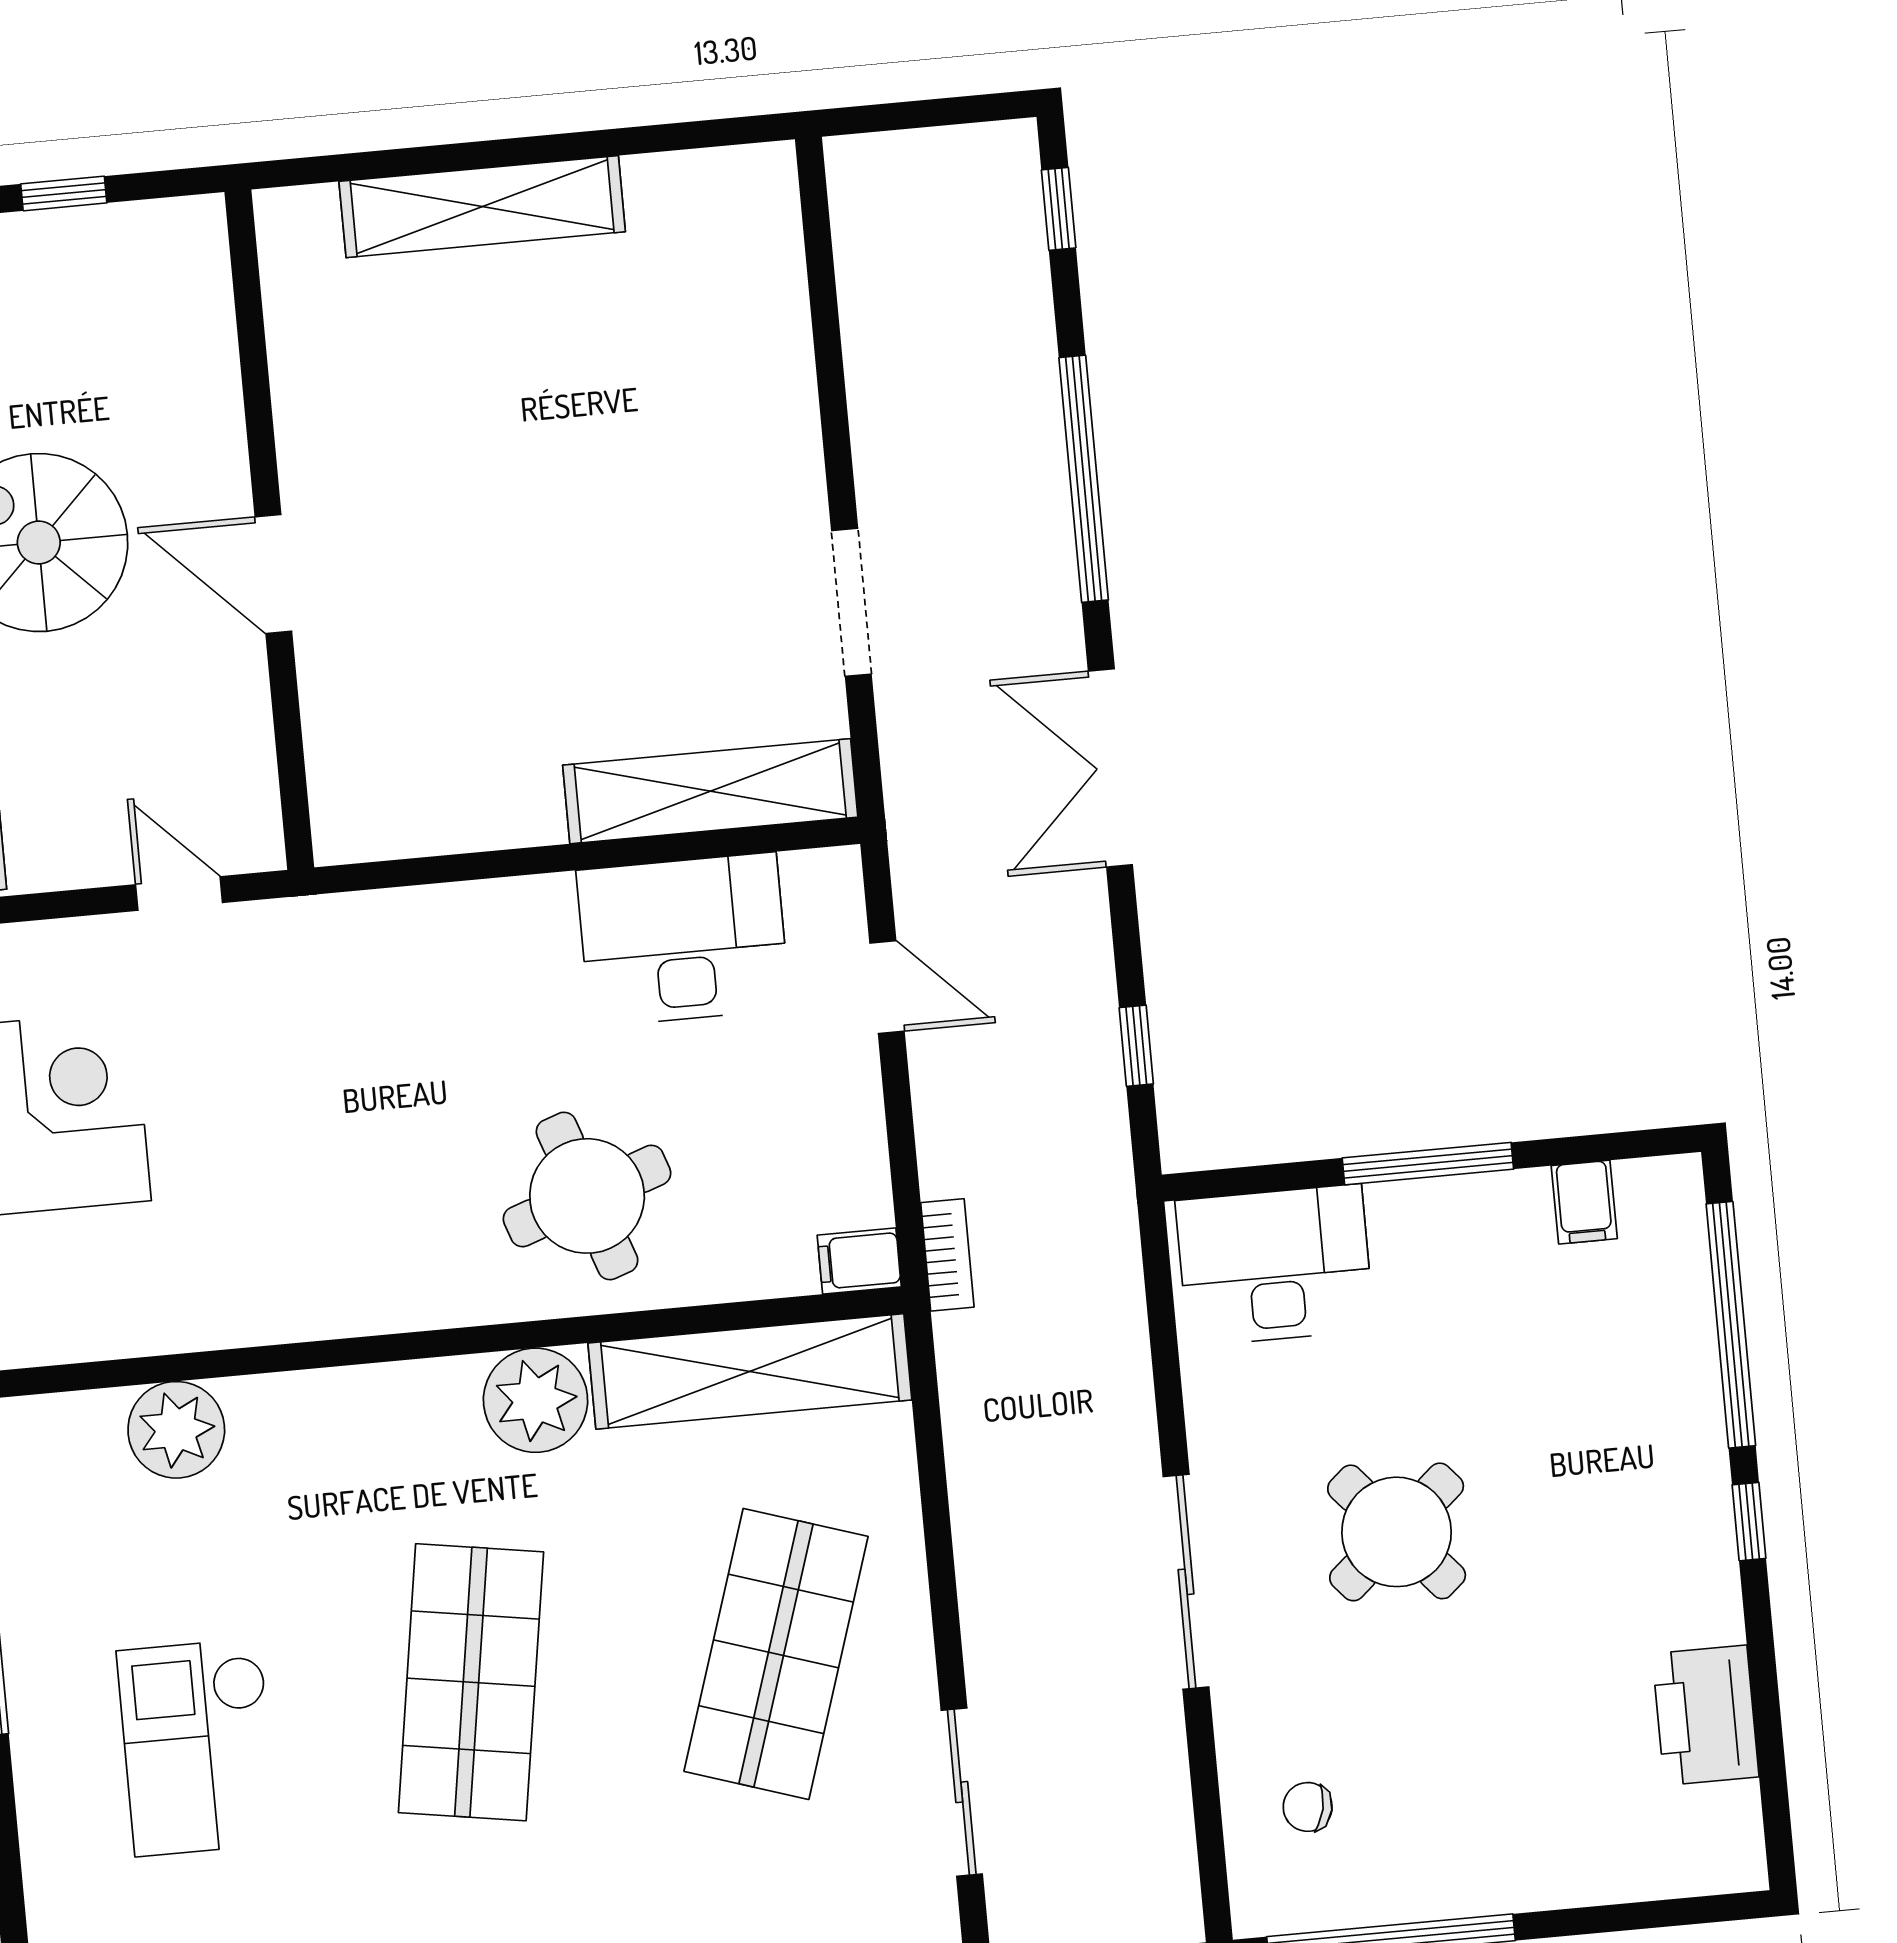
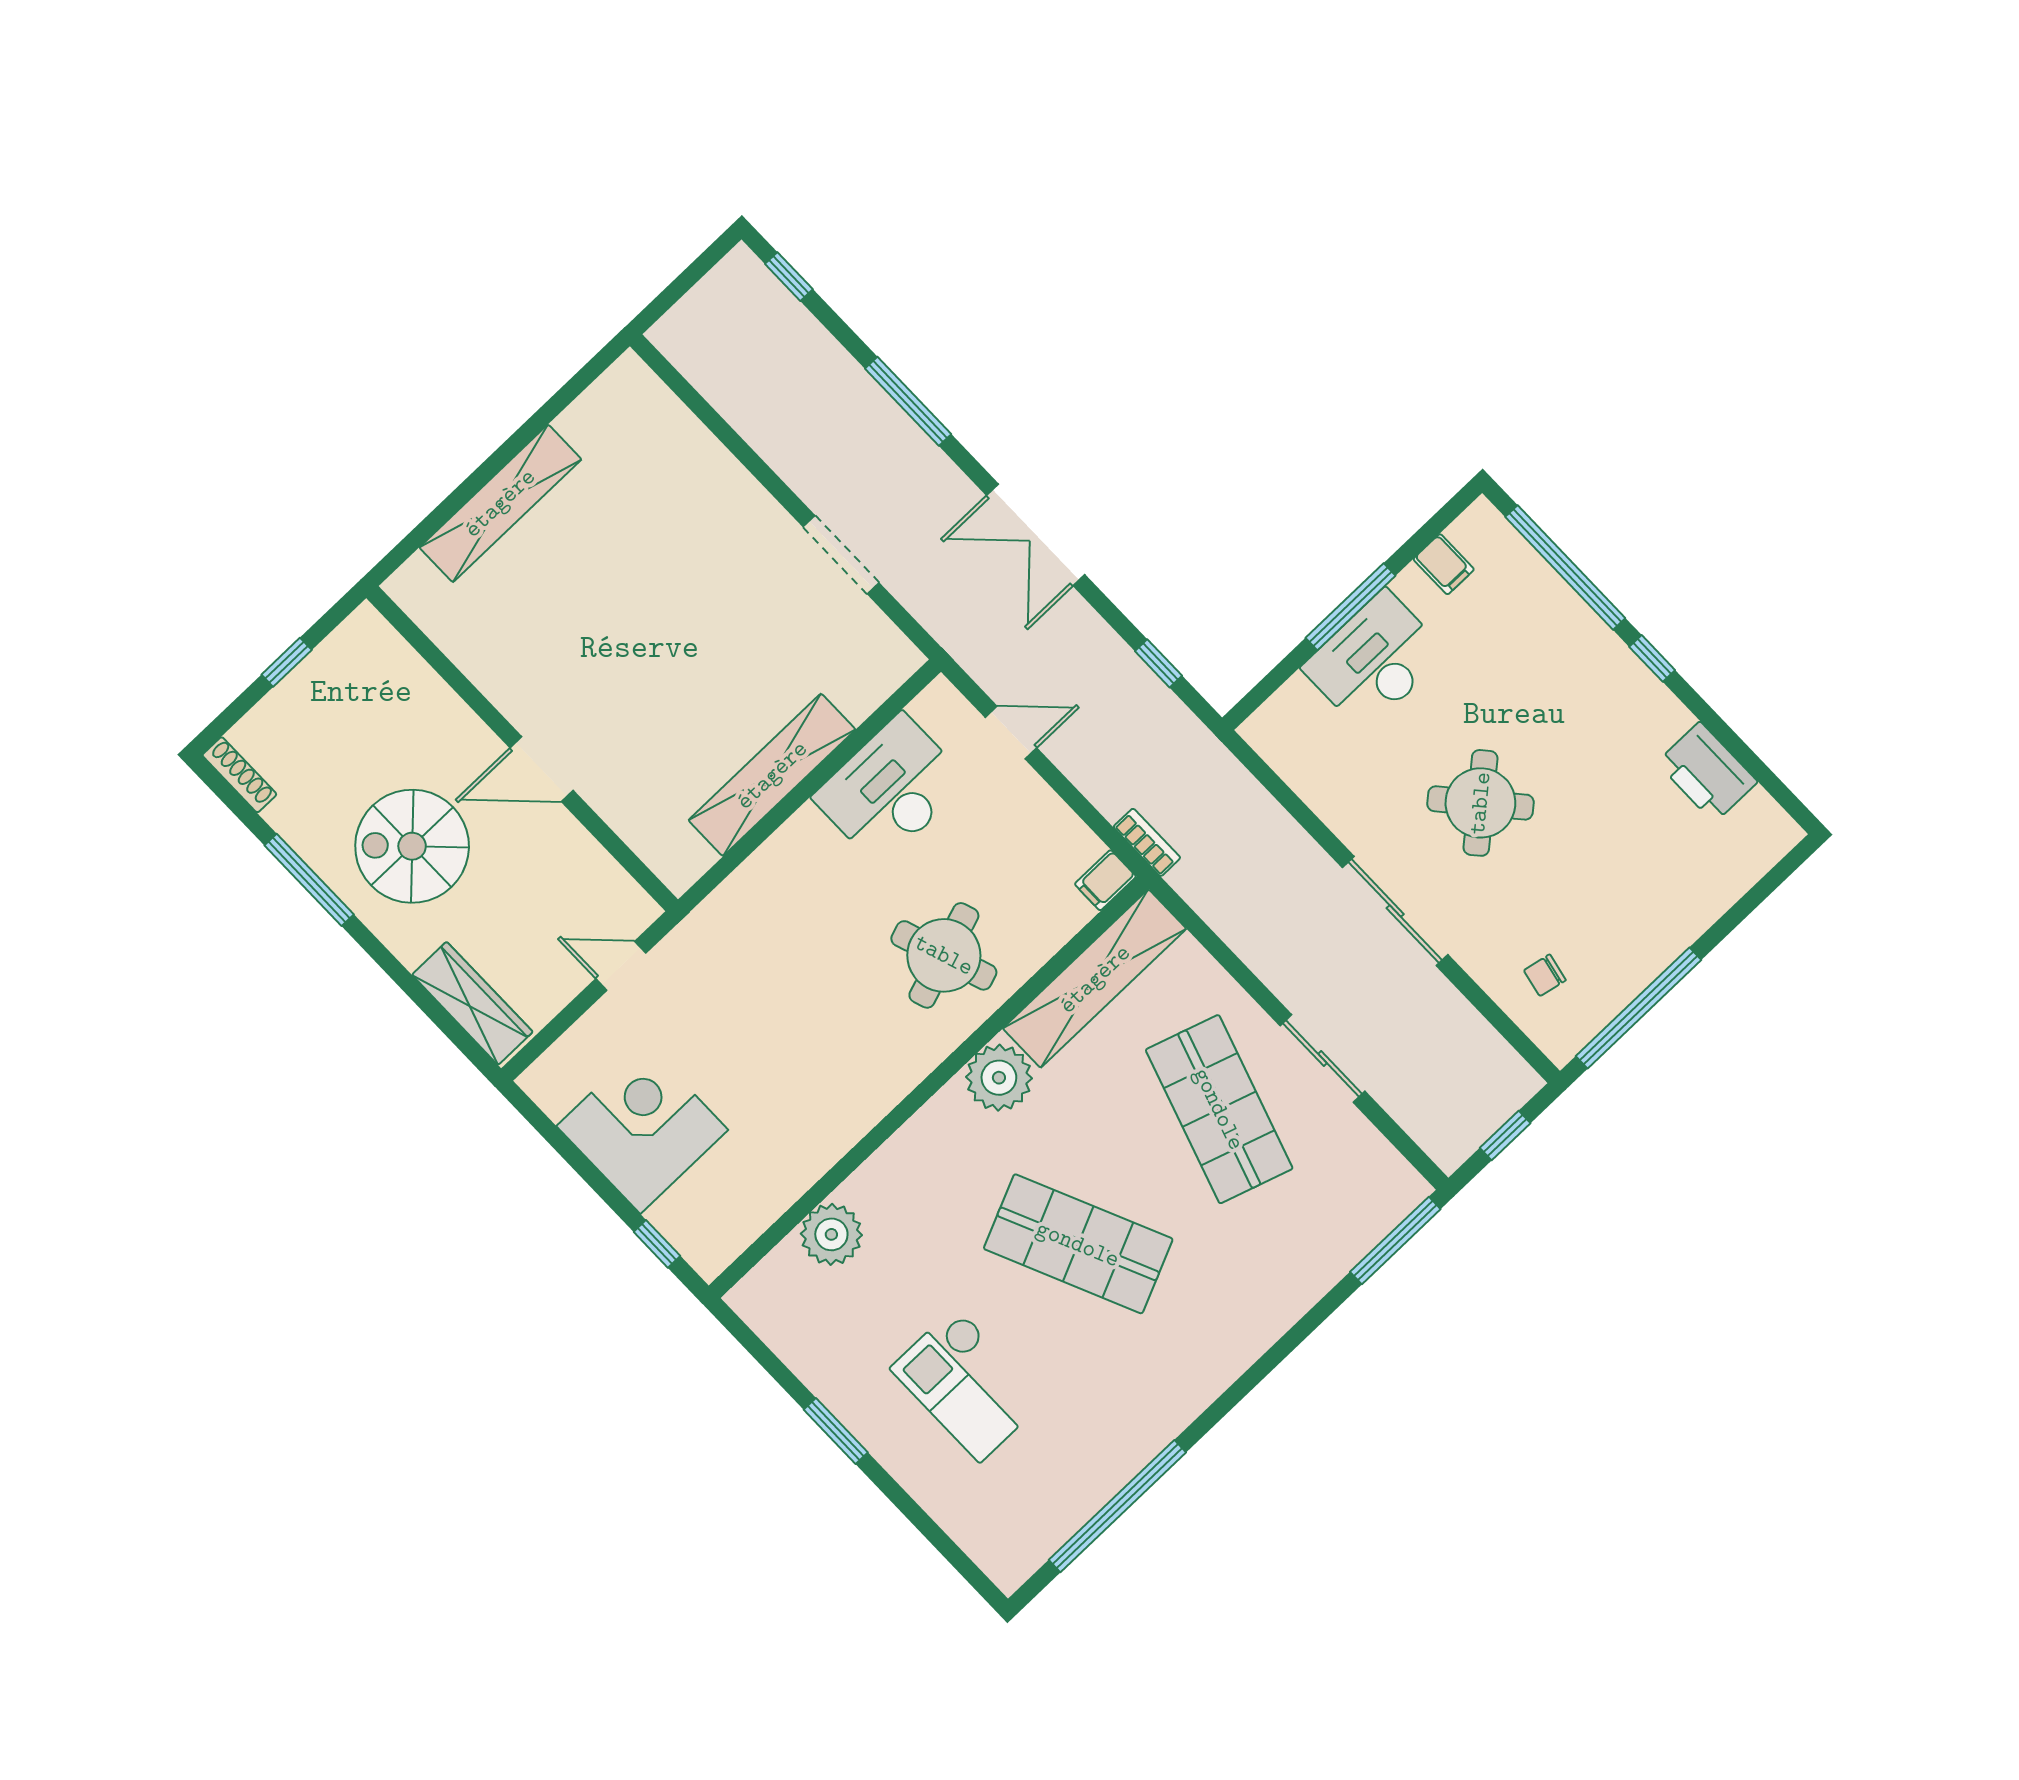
window: (1084, 479) -> (908, 401), width x0.68
shelving: (710, 791) -> (772, 775), moved
desk: (1275, 1265) -> (1375, 661), moved
shop shelf: (471, 1682) -> (1078, 1244), turned -33
sliding door: (962, 1792) -> (1322, 1059), moved

